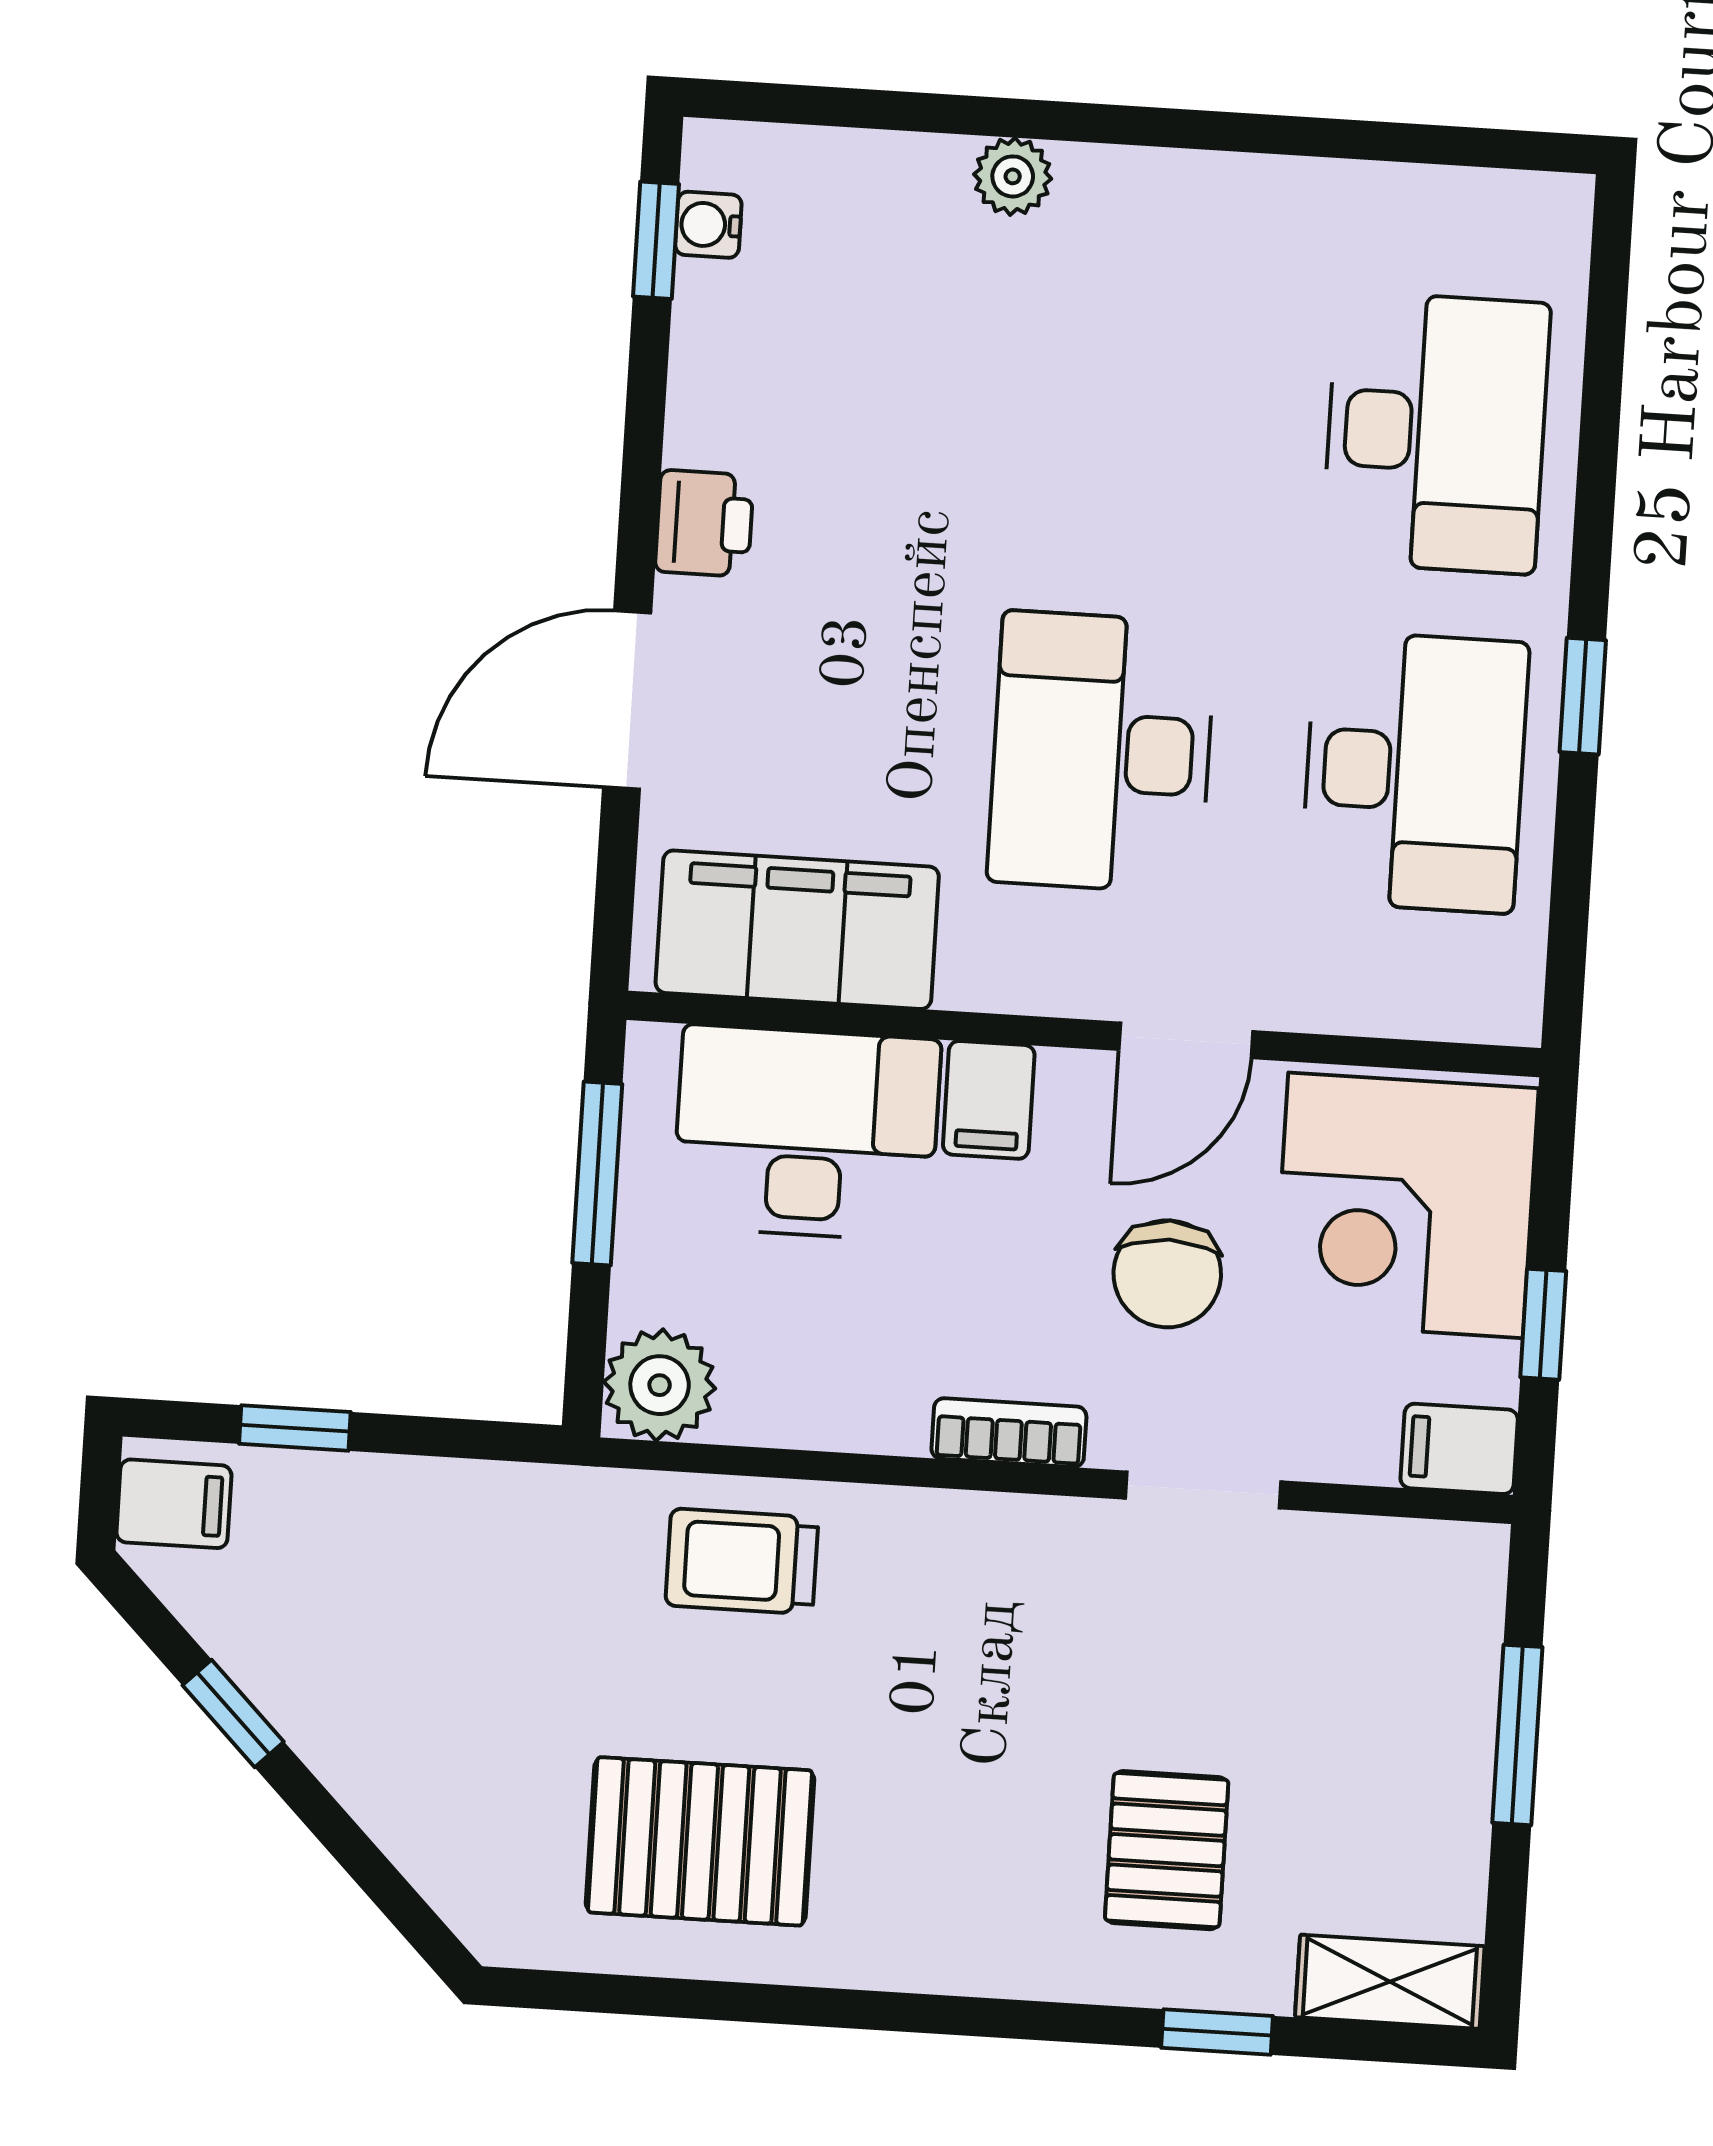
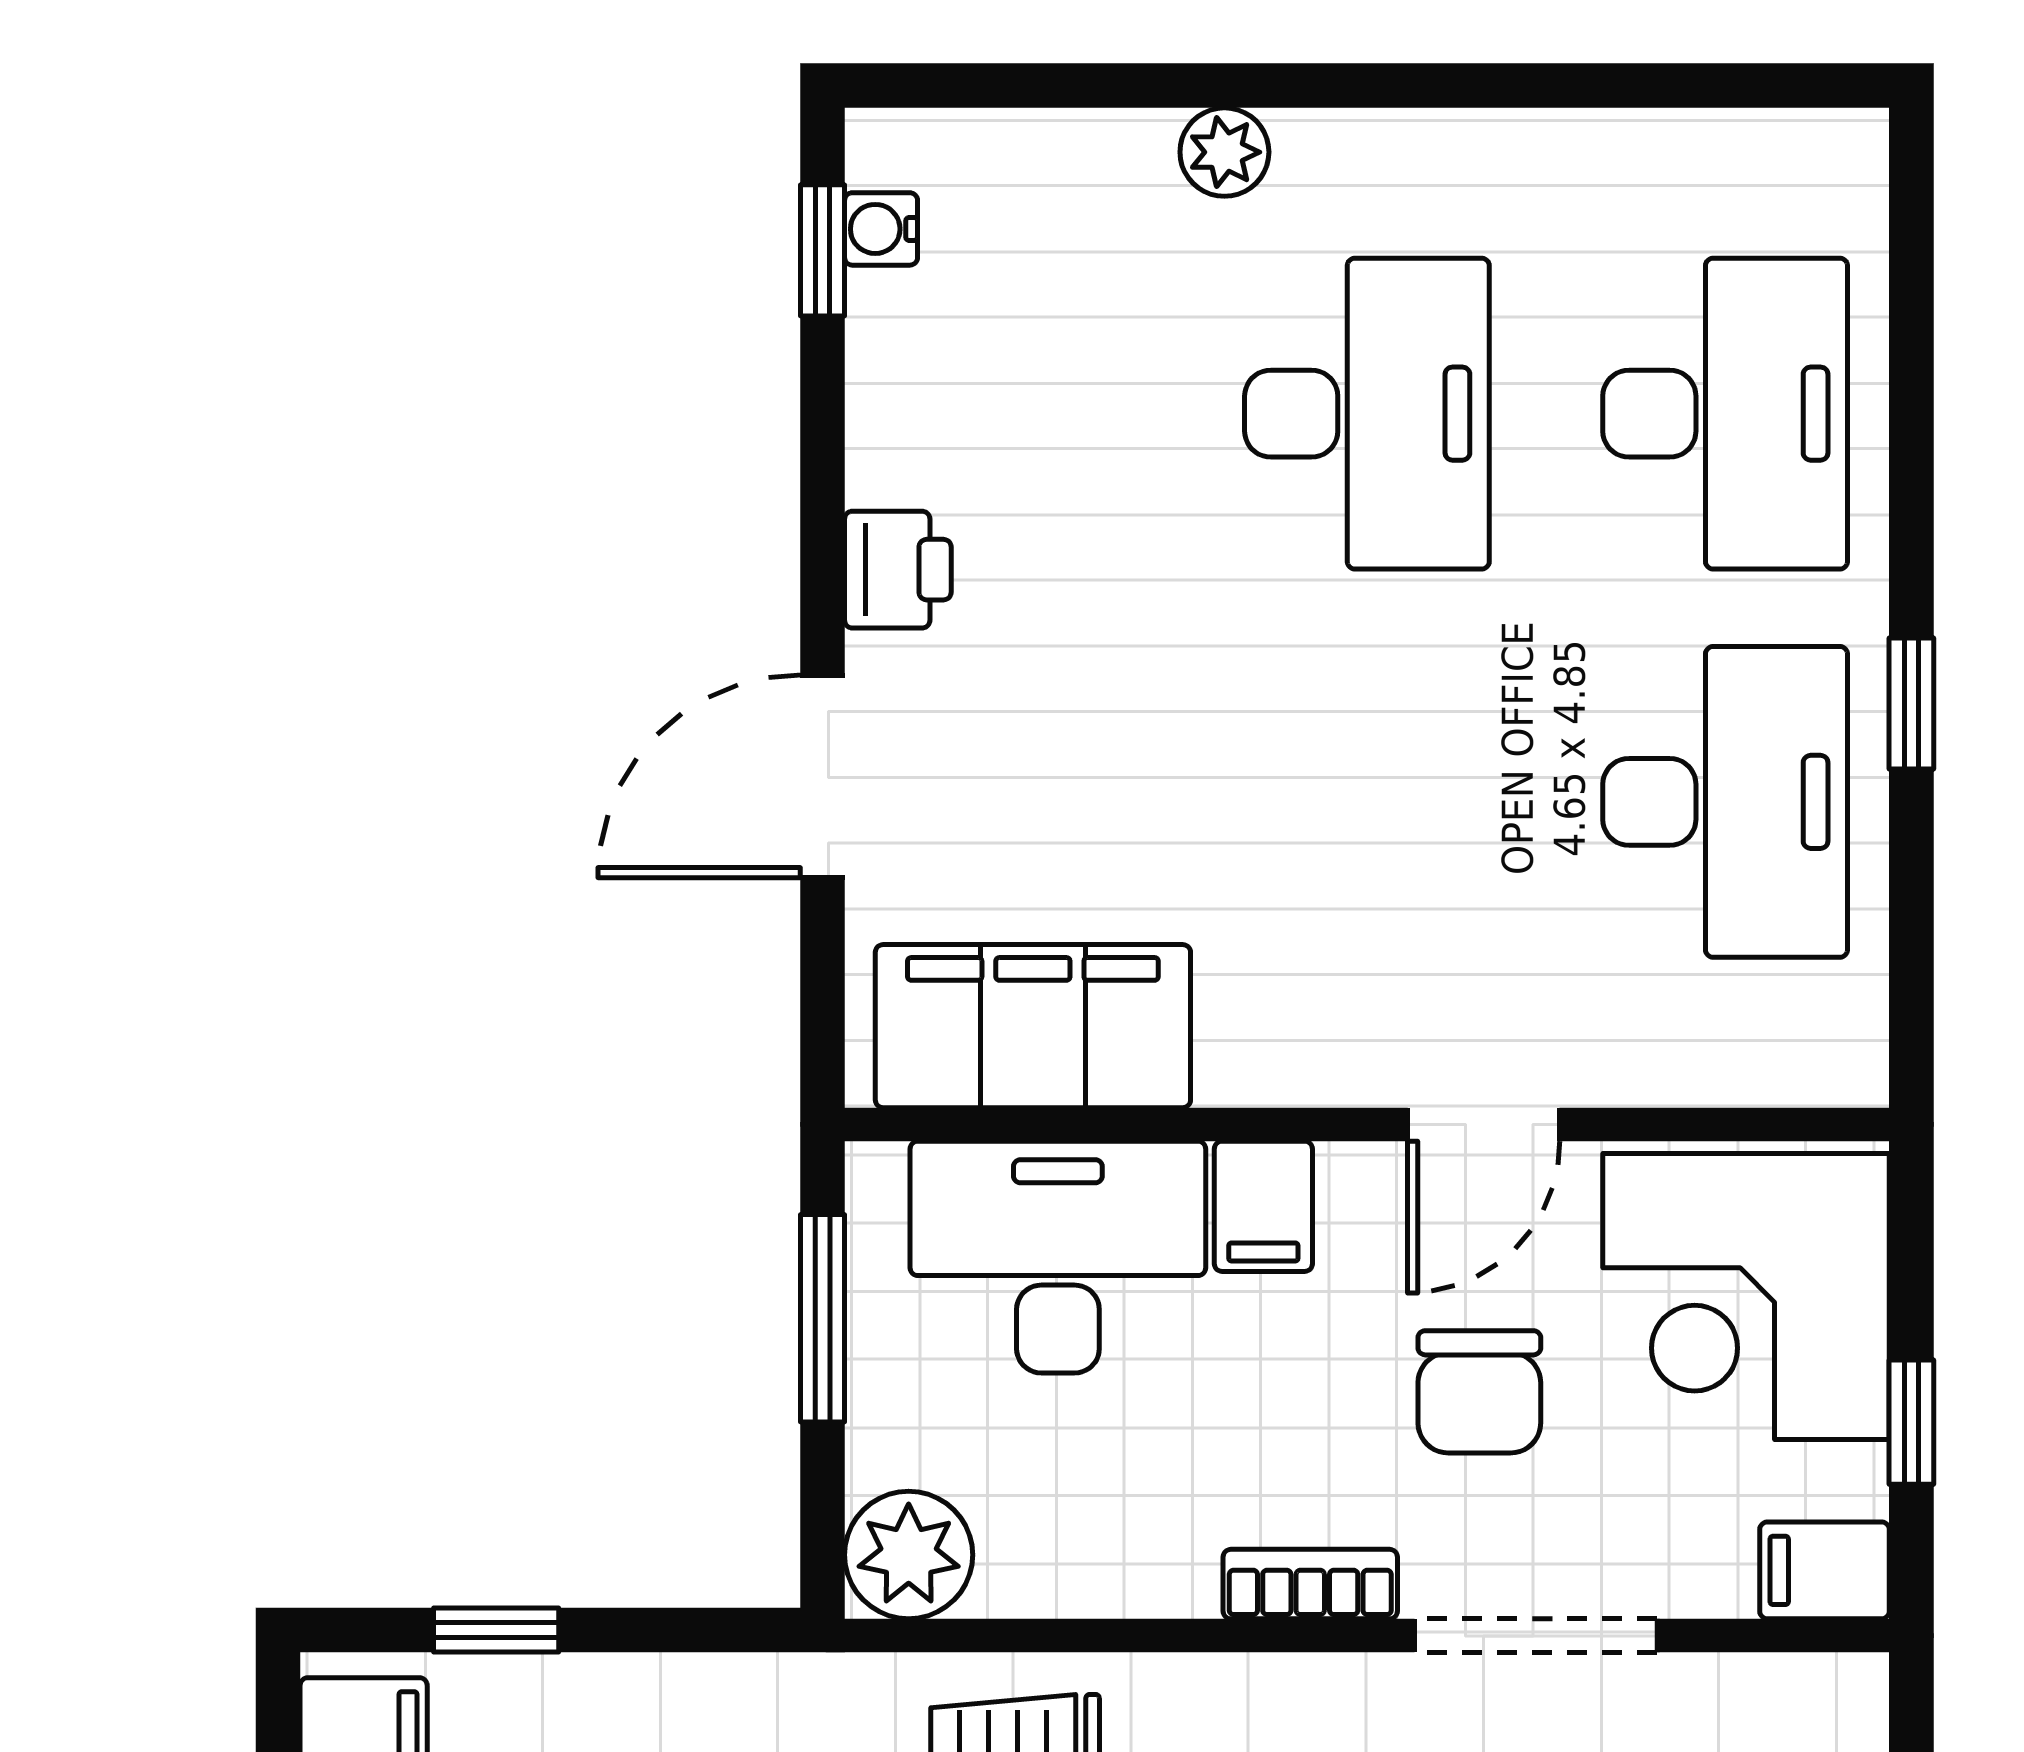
desk: (1101, 752) -> (1367, 414), moved, turned 180
doorway: (1203, 1490) -> (1536, 1636), width x1.38

